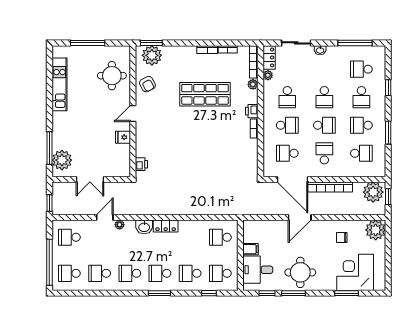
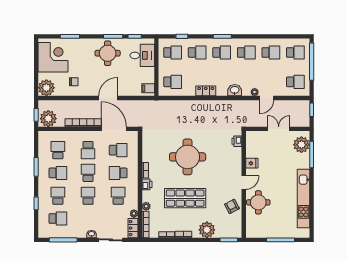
plant: (152, 55) -> (207, 230), moved
round table: (112, 76) -> (258, 202), moved
kitchen unit: (59, 84) -> (303, 198), width x1.36
school desk: (324, 125) -> (88, 173), turned 90
round table: (202, 145) -> (188, 157), added
school desk: (361, 153) -> (58, 150), turned 90
locker: (166, 226) -> (206, 91), moved
filing cabinet: (250, 249) -> (148, 88), moved
corner desk: (355, 272) -> (53, 57), moved, turned -90

